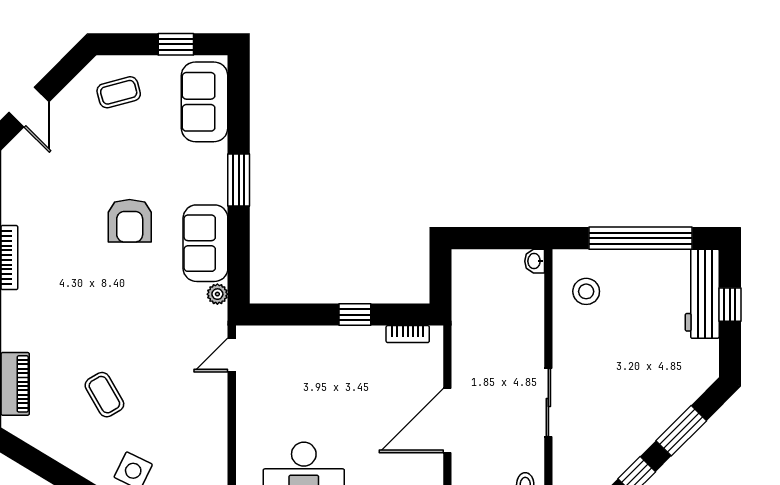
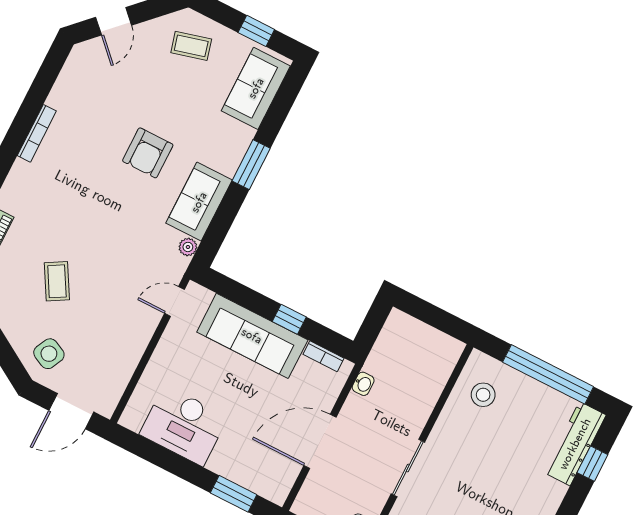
washbasin: (535, 261) -> (363, 384), moved, turned 180
sofa: (327, 350) -> (252, 336), added

